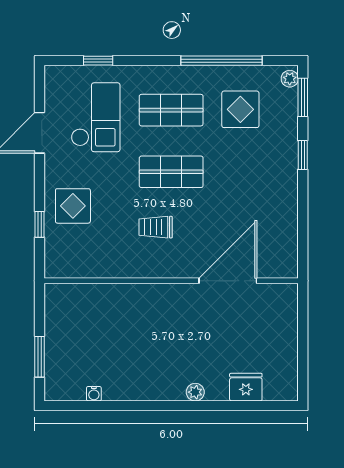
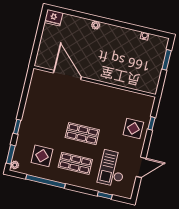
trolley: (156, 227) -> (96, 109), removed
door: (228, 281) -> (67, 75), swing flipped
fridge: (246, 387) -> (53, 18), moved

